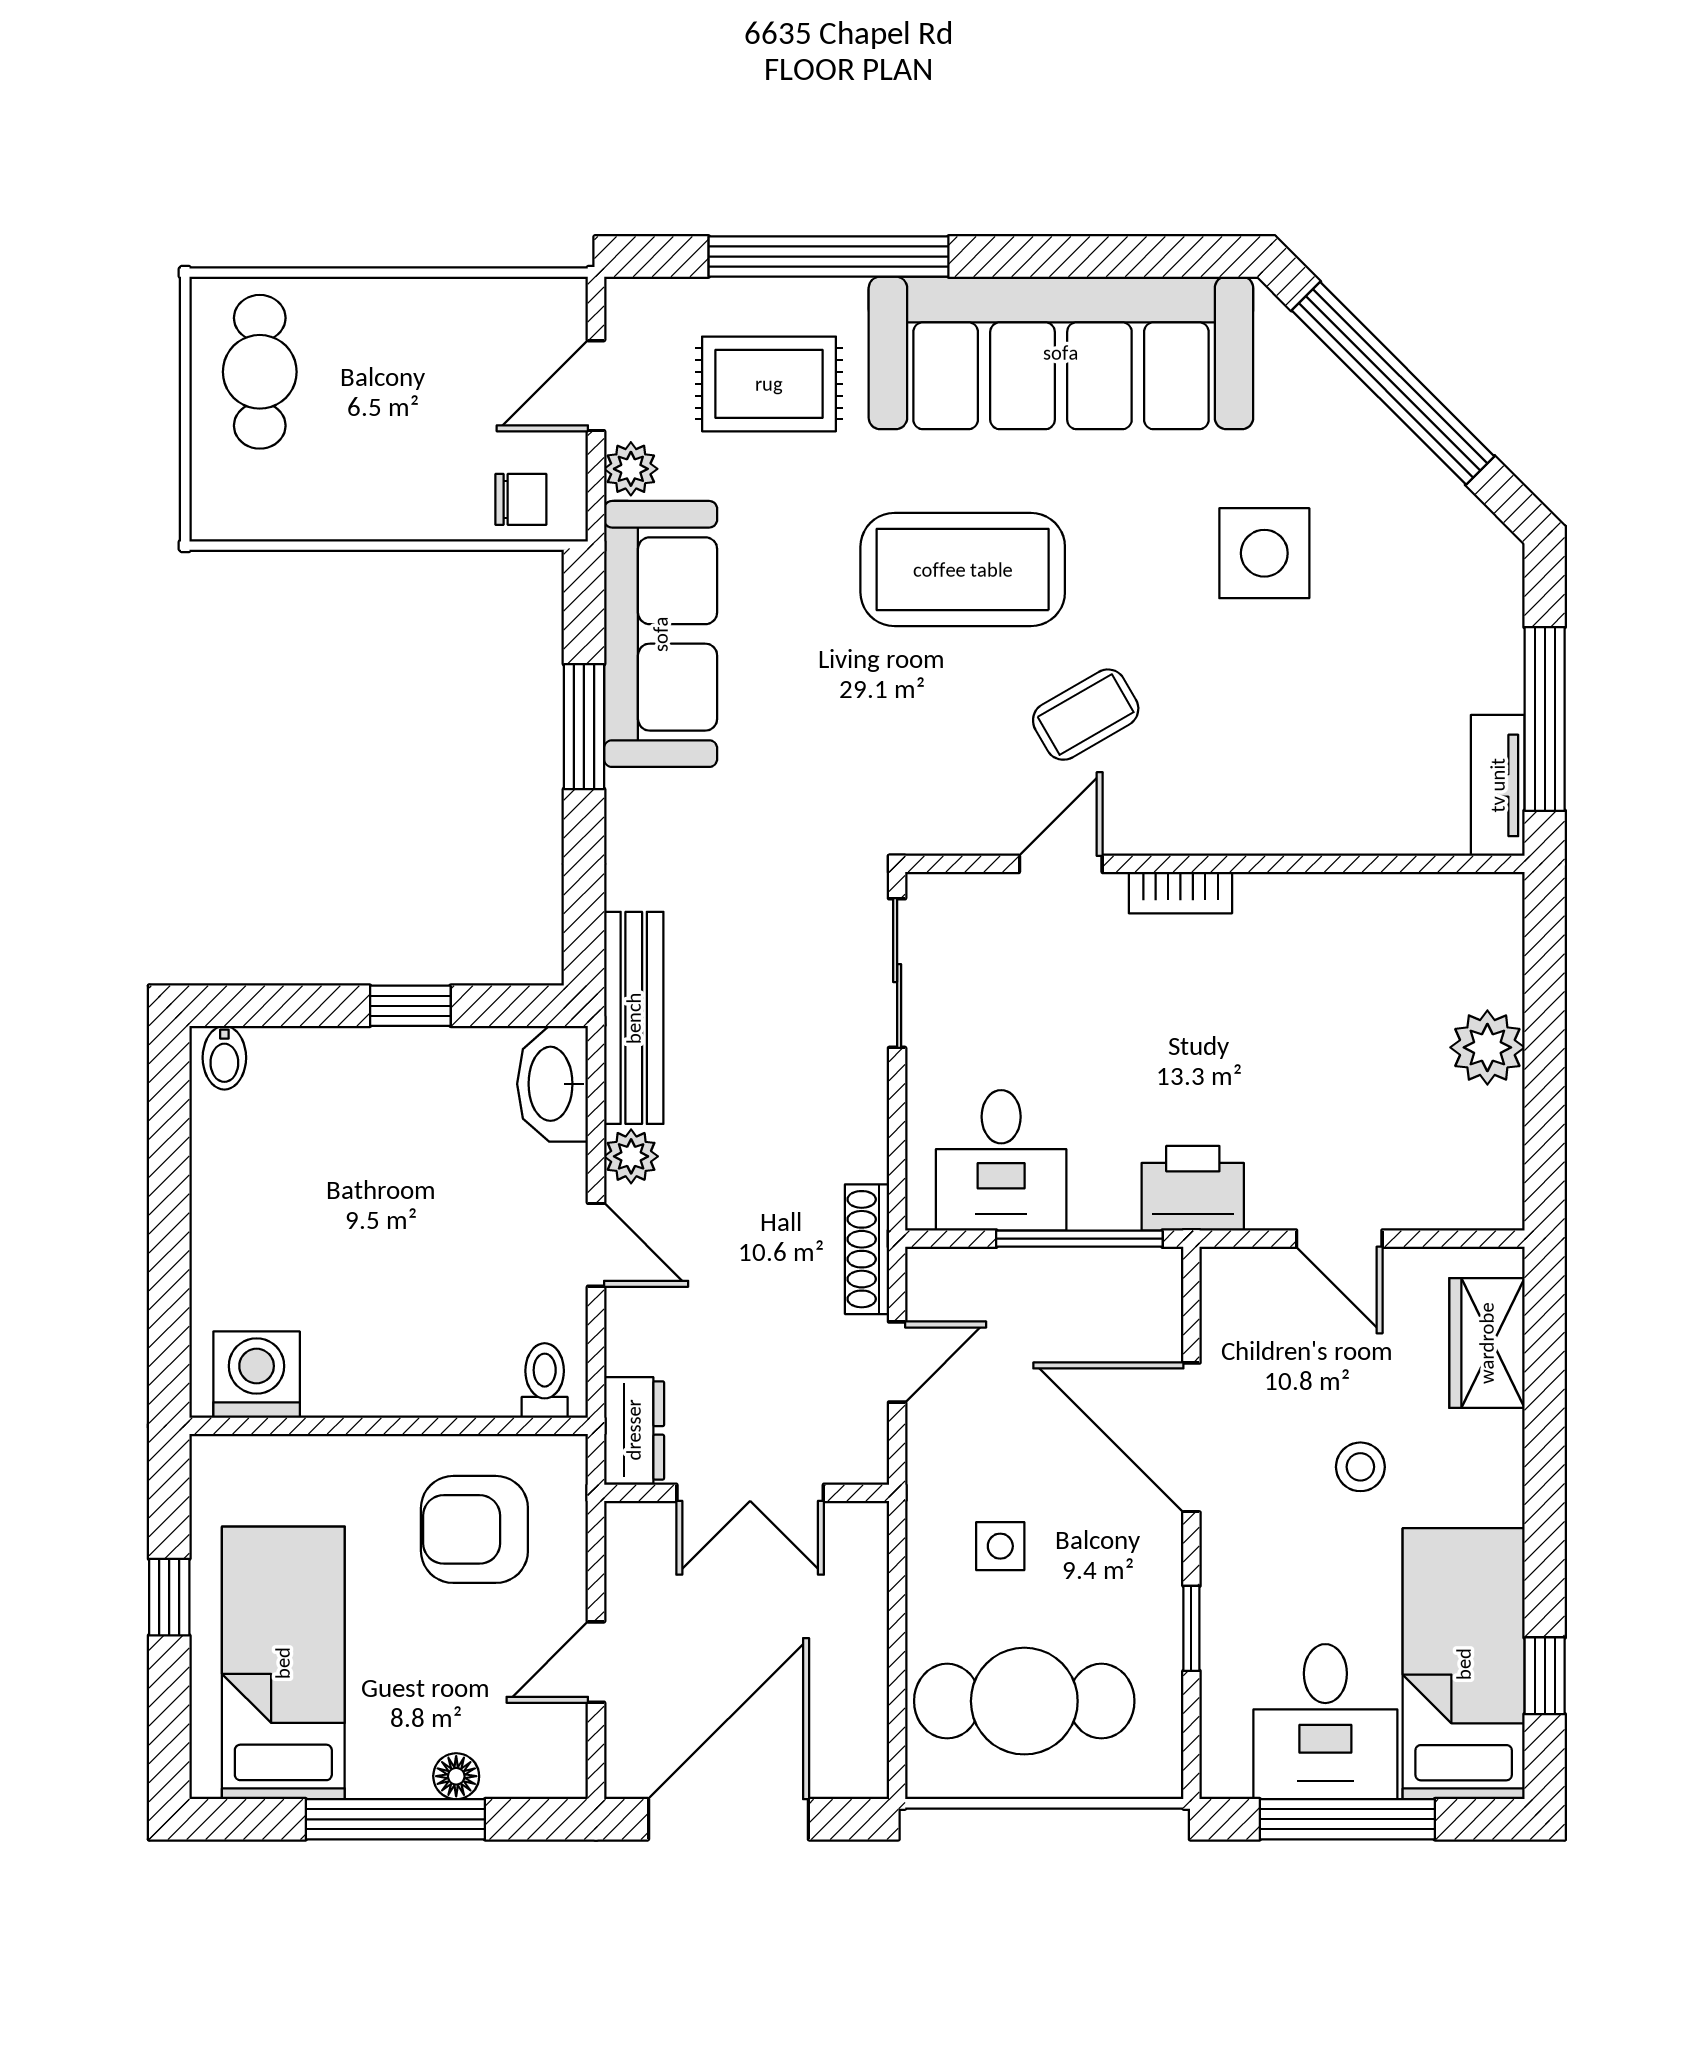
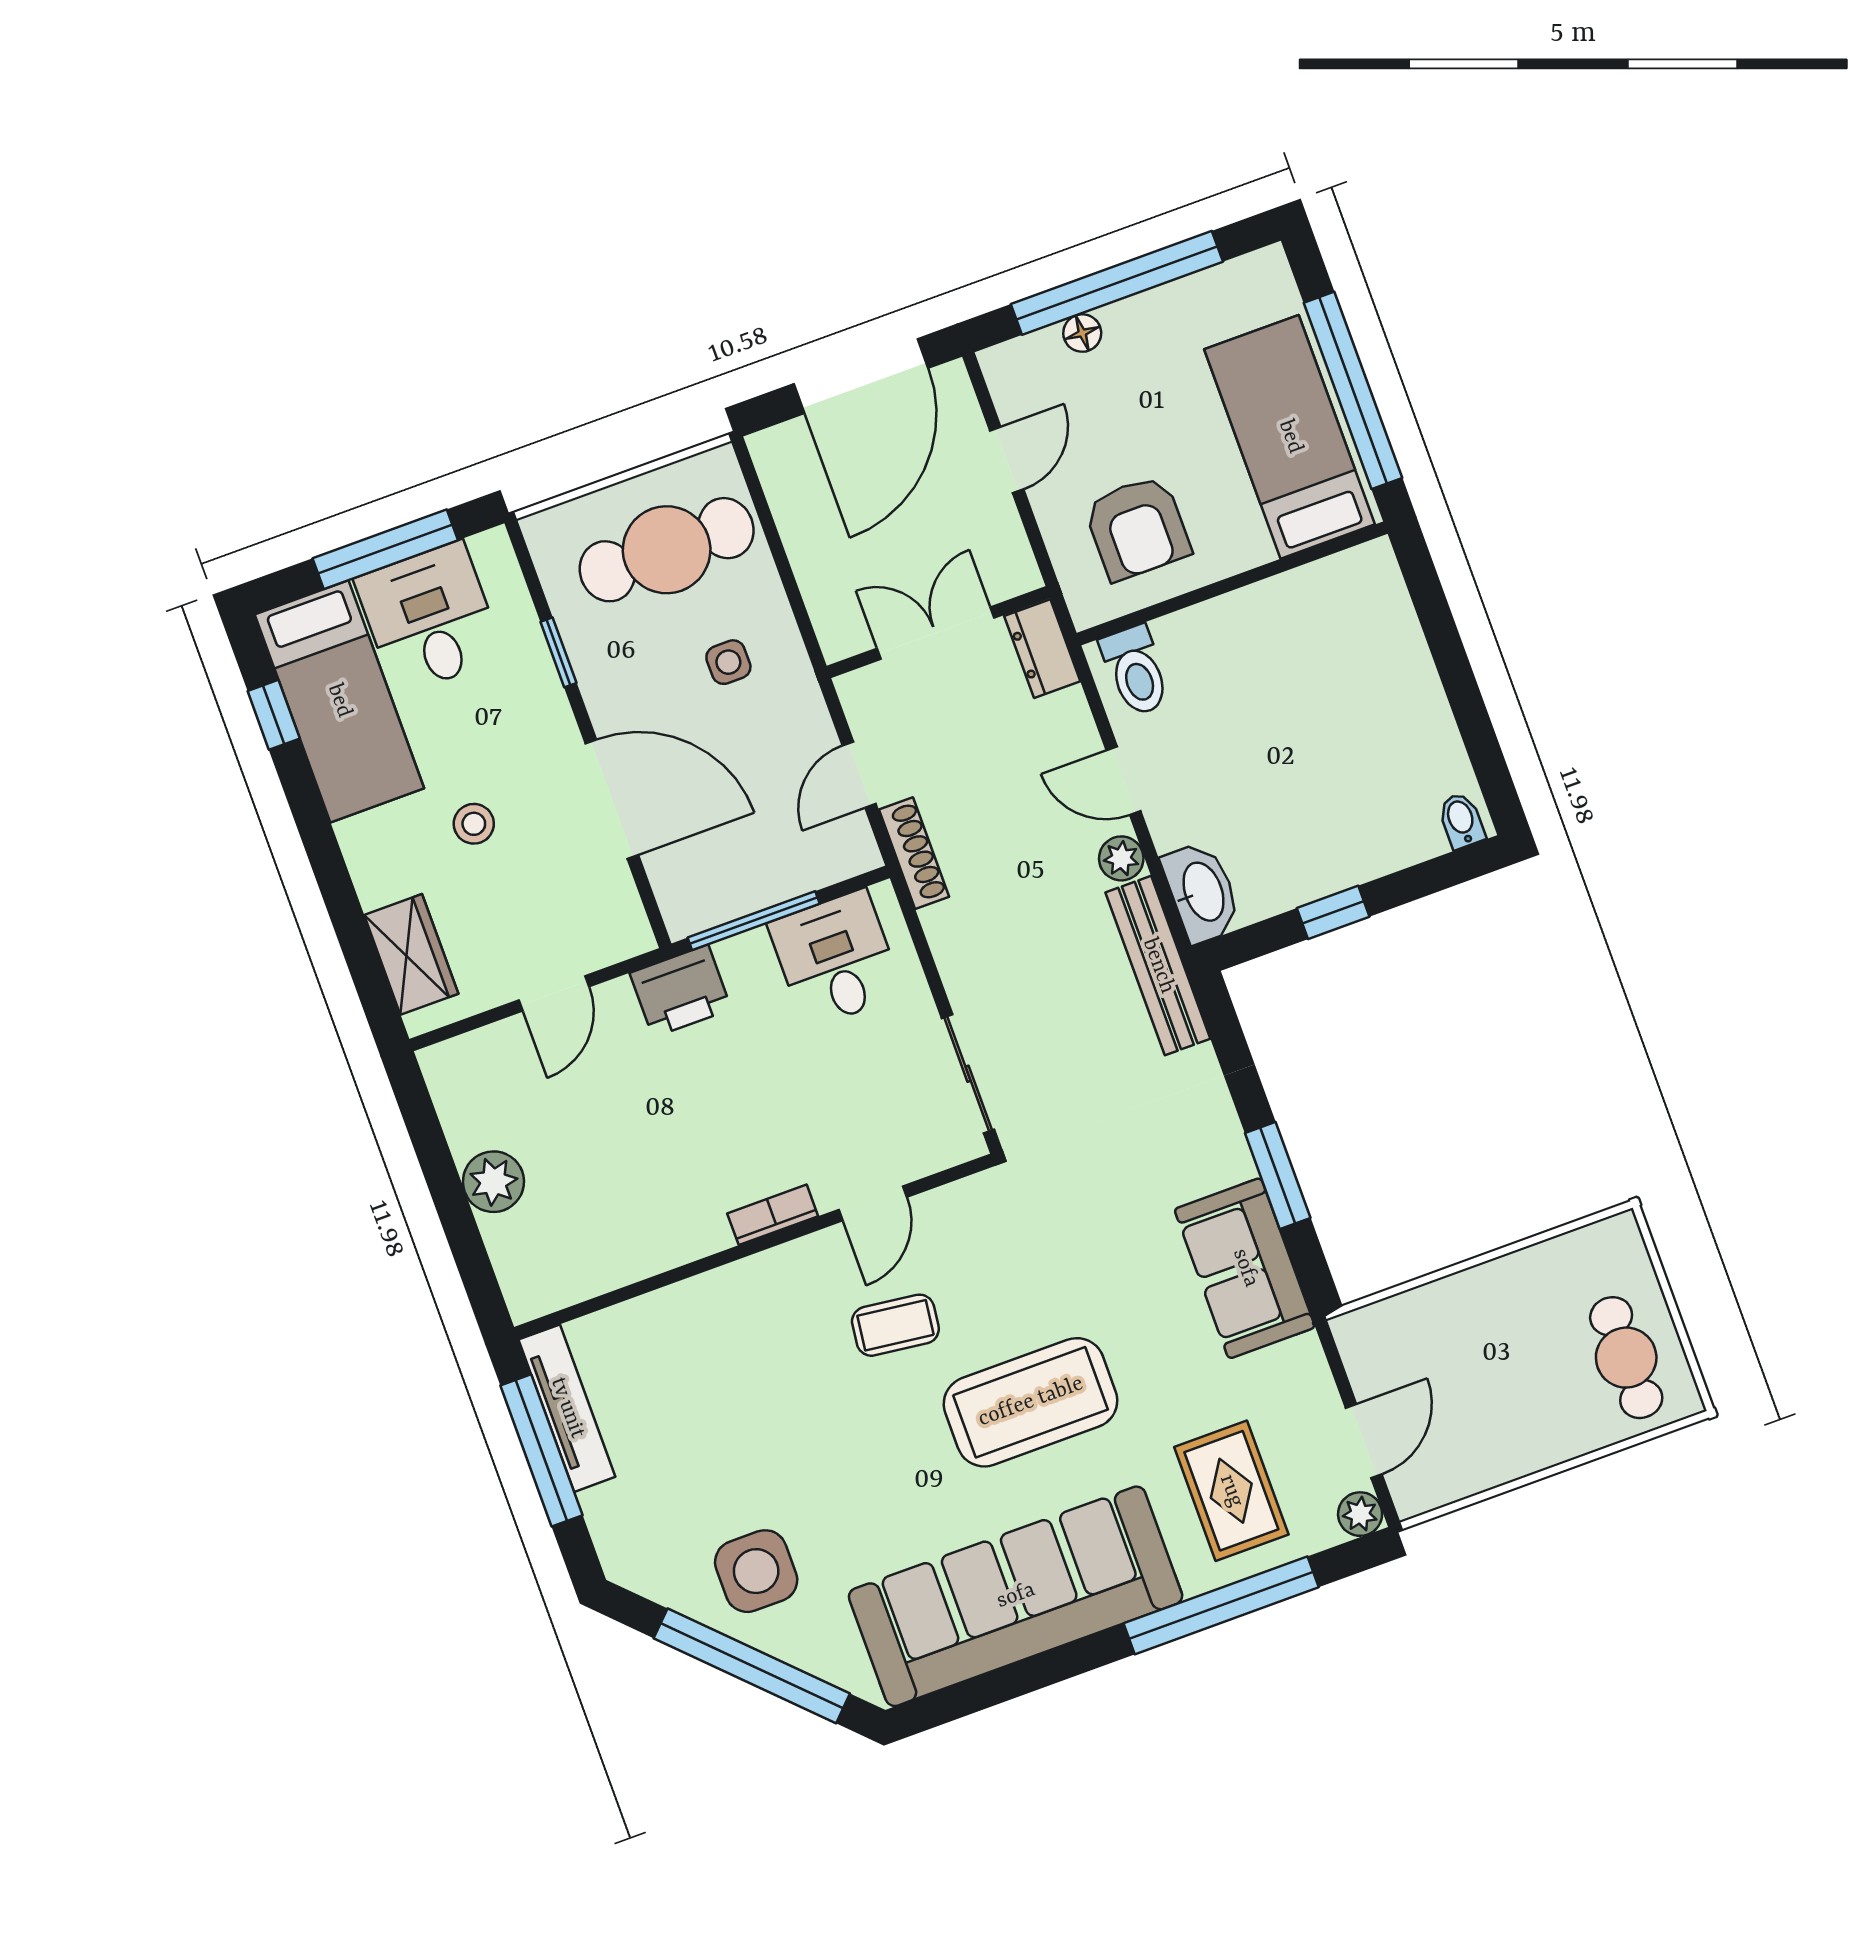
rug: (769, 384) -> (1231, 1491), turned 90
plant: (631, 469) -> (1360, 1514), moved
chair: (521, 499) -> (1390, 1333), removed
side table: (1264, 553) -> (756, 1571), moved
sofa: (661, 634) -> (1245, 1268), width x0.73
coffee table: (1086, 715) -> (895, 1325), turned 37
tv unit: (1498, 785) -> (567, 1408), width x1.41
door: (1339, 1239) -> (554, 993), swing flipped
washing machine: (257, 1375) -> (1348, 586), removed
toilet: (545, 1381) -> (1136, 671), width x1.37, depth x1.39
armchair: (474, 1529) -> (1137, 528), turned 90
window: (169, 1597) -> (1353, 390), width x3.17
bed: (283, 1663) -> (1290, 437), moved, turned 180
window: (395, 1819) -> (1117, 283), width x1.46

